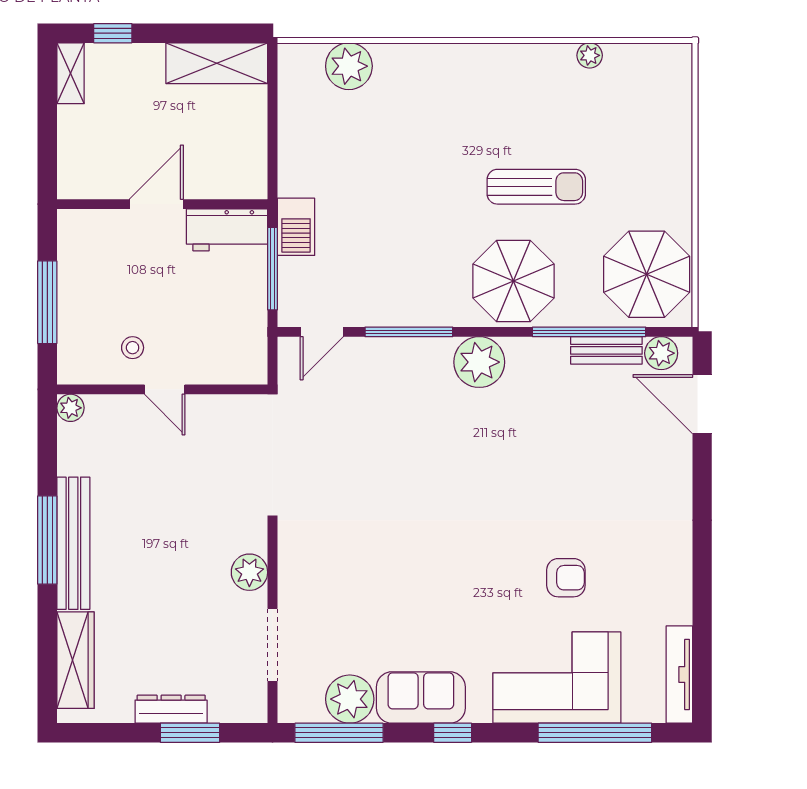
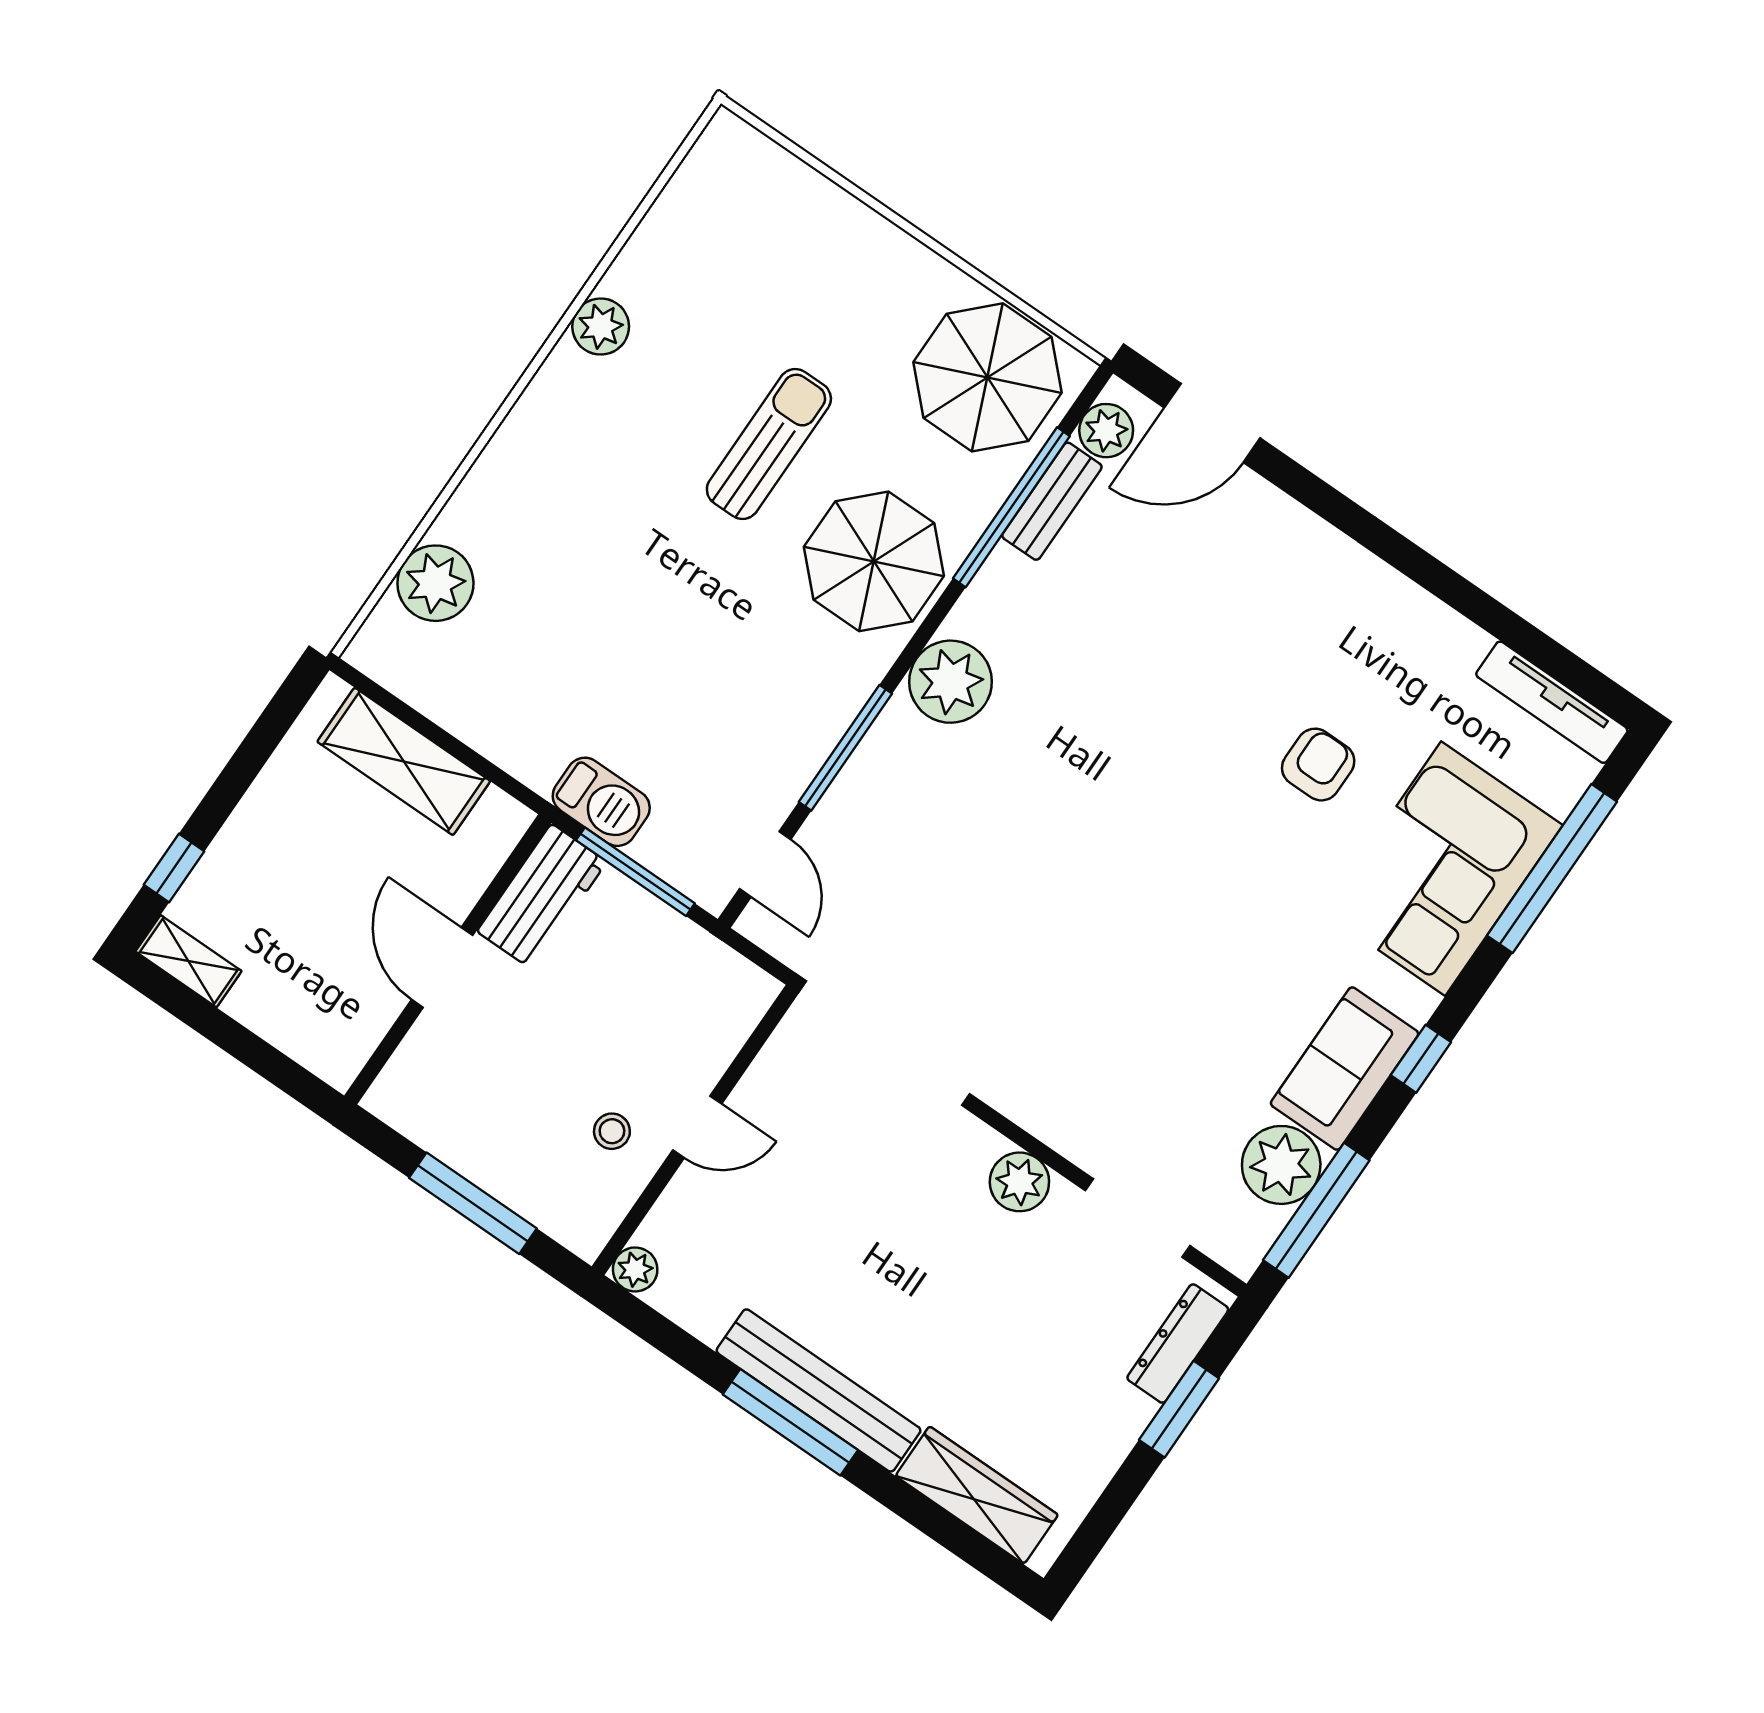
plant: (590, 55) -> (601, 326), moved, width x1.38, depth x1.38
shelving: (217, 63) -> (404, 761), moved, turned 90
dresser: (171, 709) -> (1178, 1344), moved

